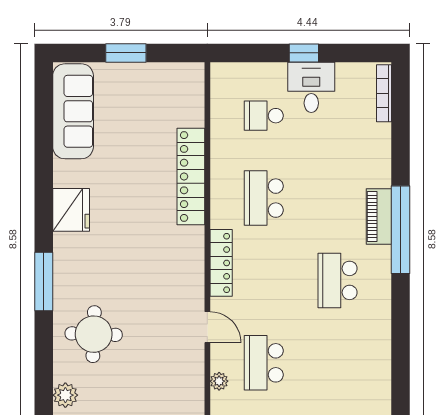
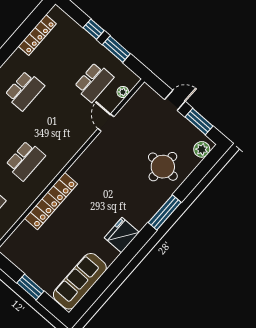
locker: (221, 263) -> (37, 35), moved, turned 180

